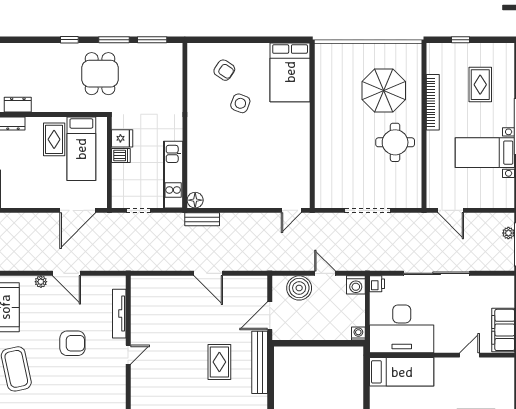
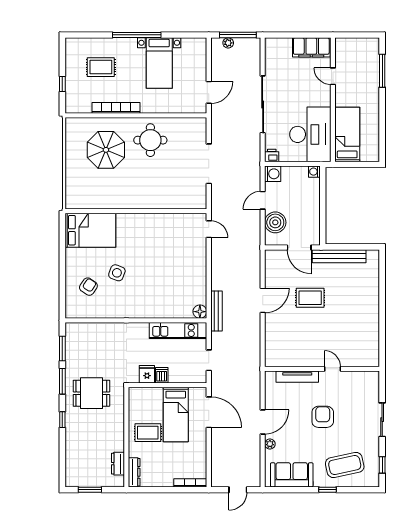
bed: (81, 149) -> (176, 415), moved, turned 90
bench: (202, 219) -> (216, 311), width x1.36
rug: (219, 362) -> (310, 298), moved

